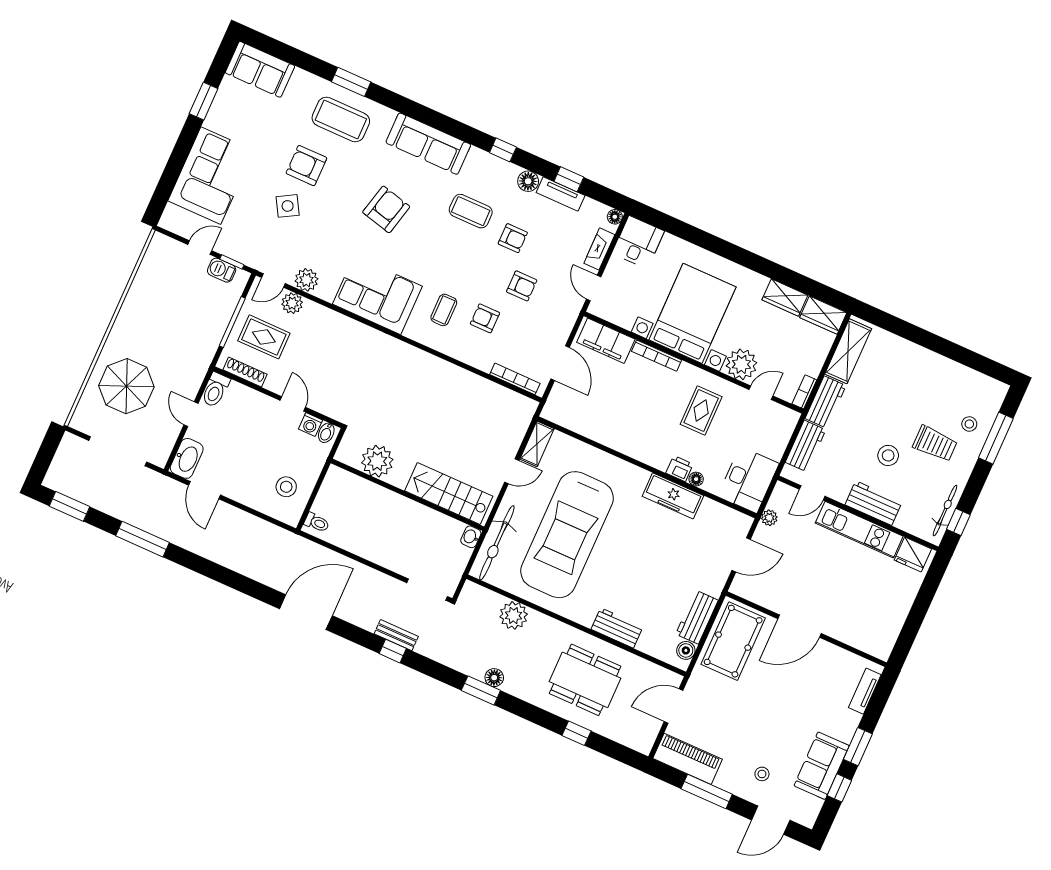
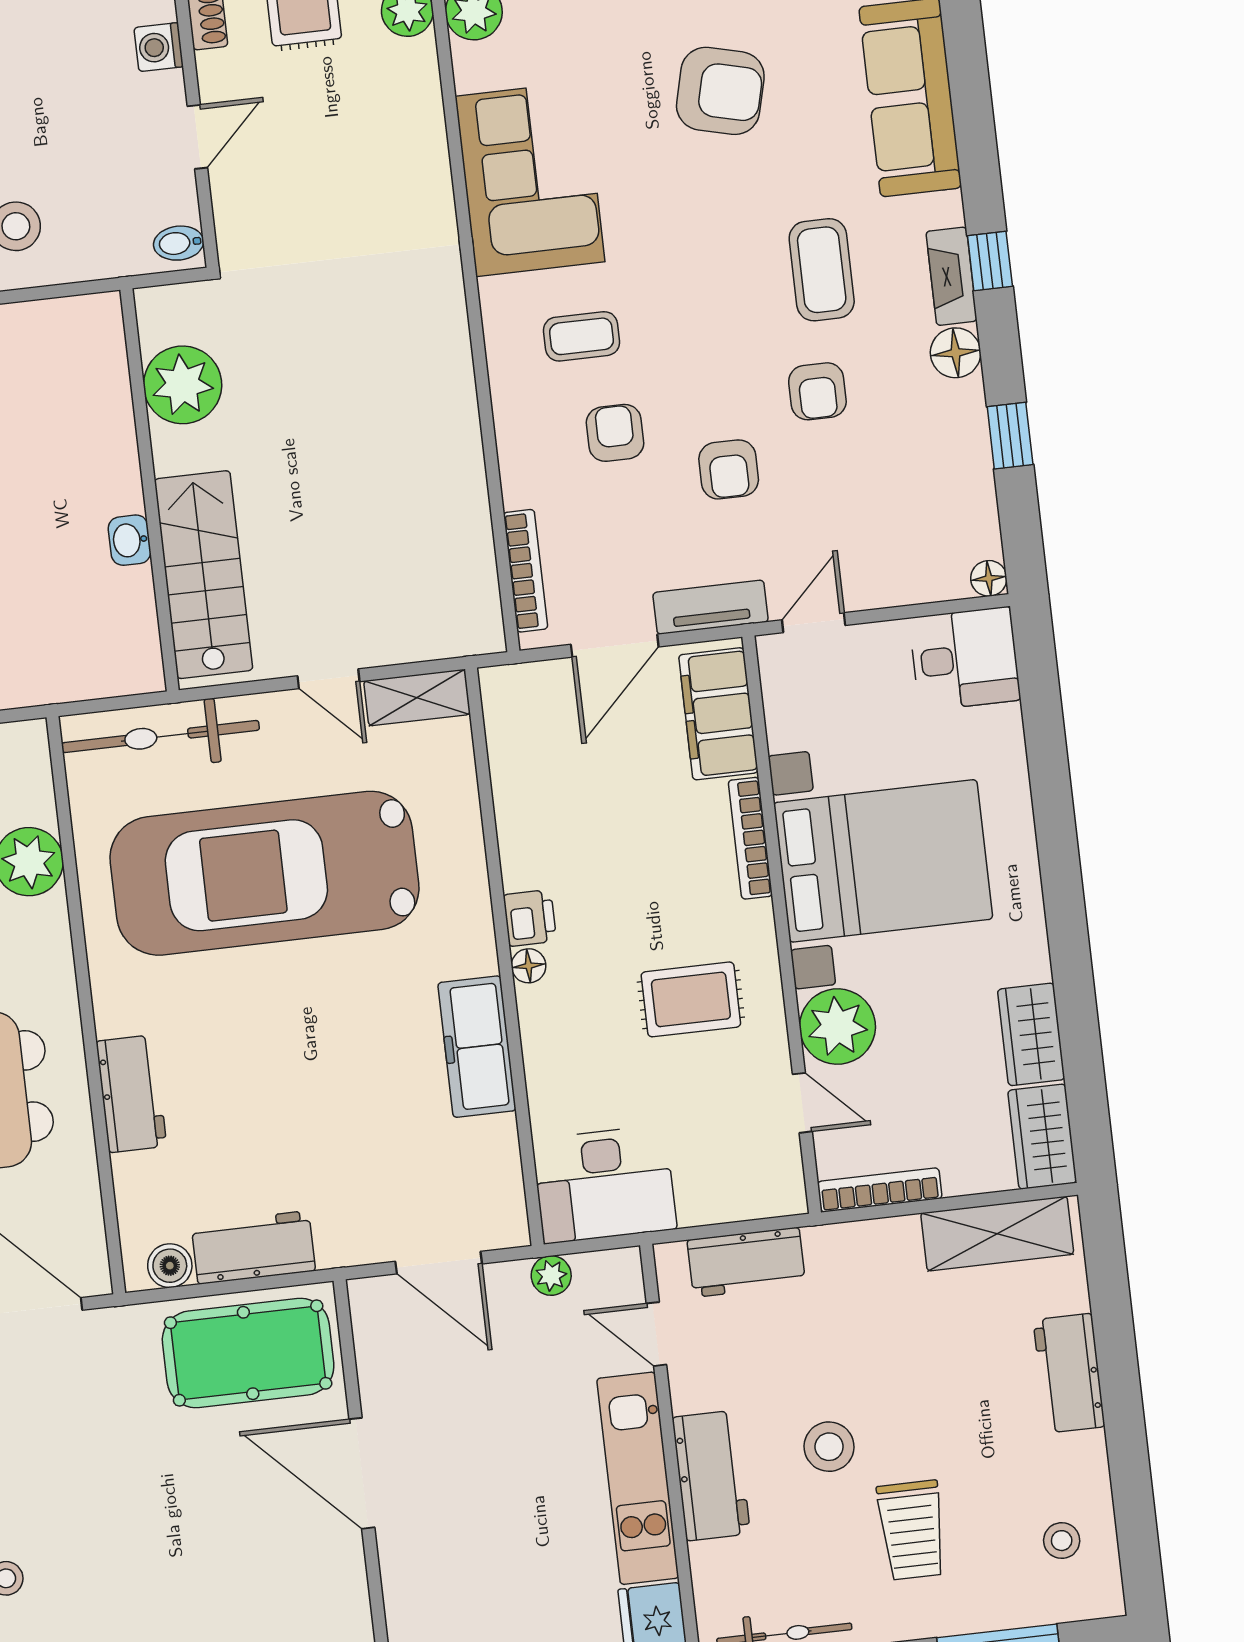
tv unit: (561, 194) -> (711, 607), moved, turned 90
fireplace: (599, 249) -> (951, 276), moved, turned -90
bookcase: (804, 392) -> (880, 1190), width x1.56
workbench: (826, 402) -> (1069, 1373), moved, turned 90
washing machine: (311, 424) -> (159, 47), moved
stool: (969, 424) -> (1062, 1541), moved
printer: (679, 469) -> (530, 918), moved
floor lamp: (696, 479) -> (529, 966), moved
washbasin: (471, 537) -> (130, 540), moved, turned -90

